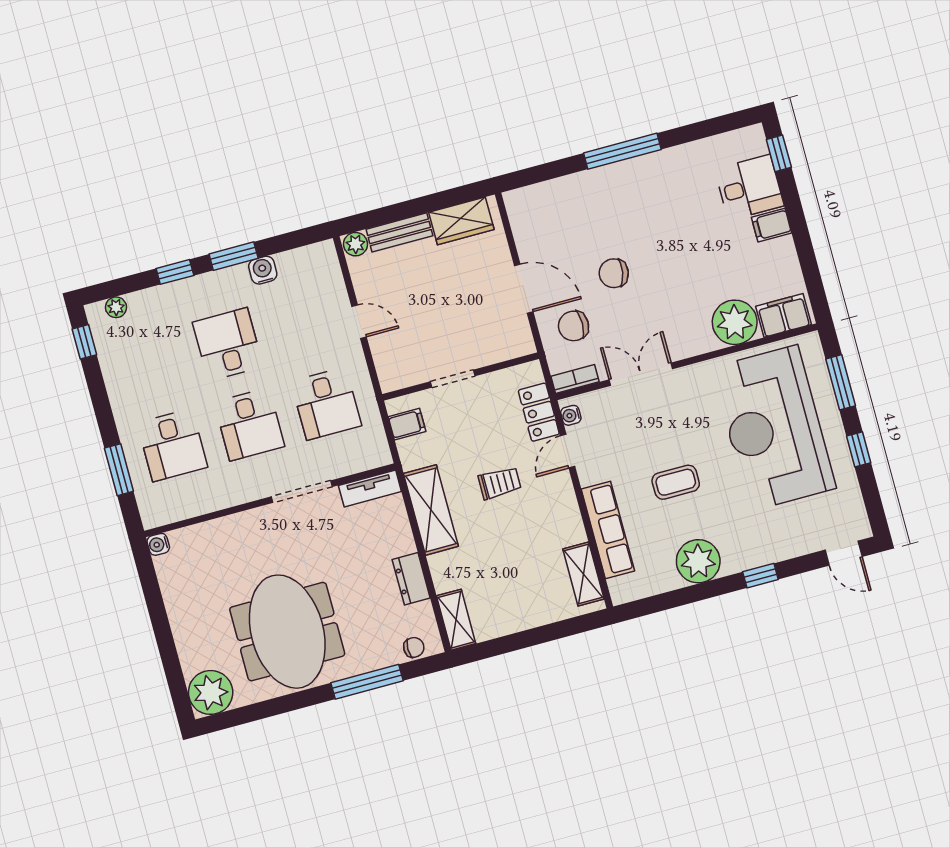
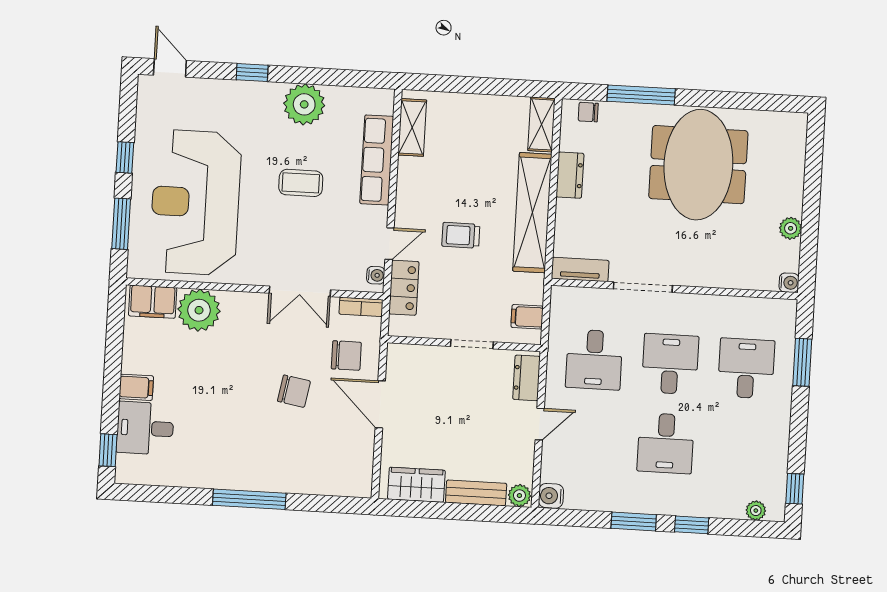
water cooler: (263, 270) -> (551, 496), moved, turned 90
door: (359, 322) -> (540, 424), swing flipped
dresser: (387, 363) -> (527, 378), added
desk: (326, 404) -> (594, 360), turned 180
reception desk: (774, 428) -> (195, 202), turned 180
shelving: (431, 510) -> (532, 213), width x1.47
plant: (211, 692) -> (791, 228), moved, width x0.53, depth x0.53

